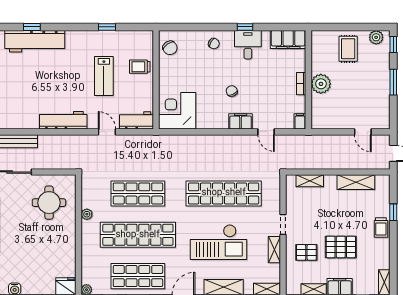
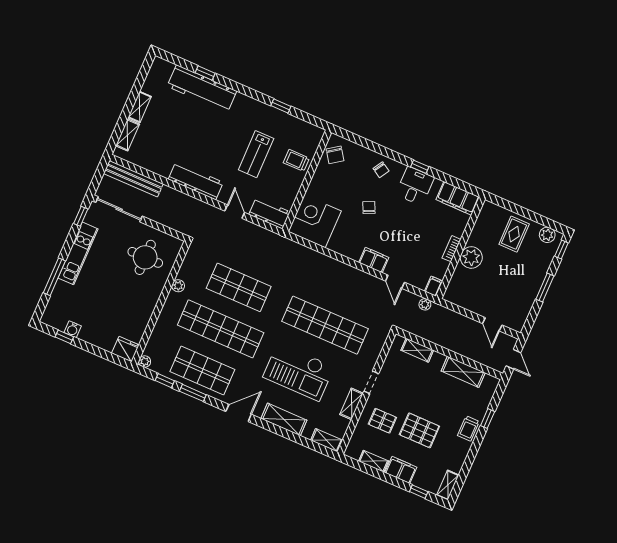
chair: (232, 91) -> (369, 207), moved
plant: (299, 140) -> (425, 304), added

